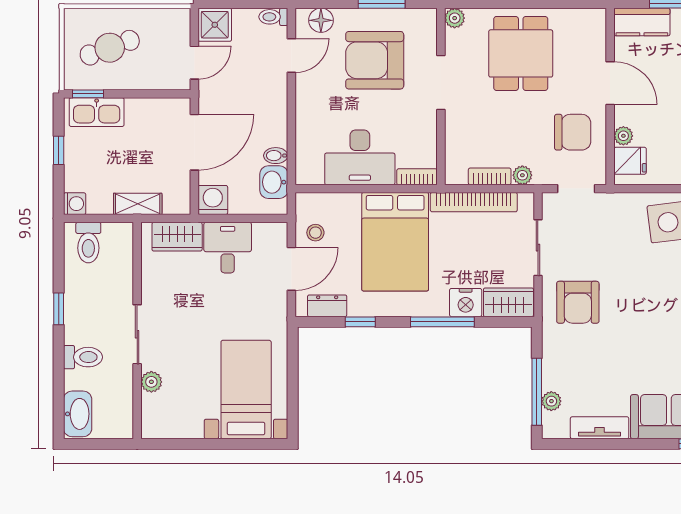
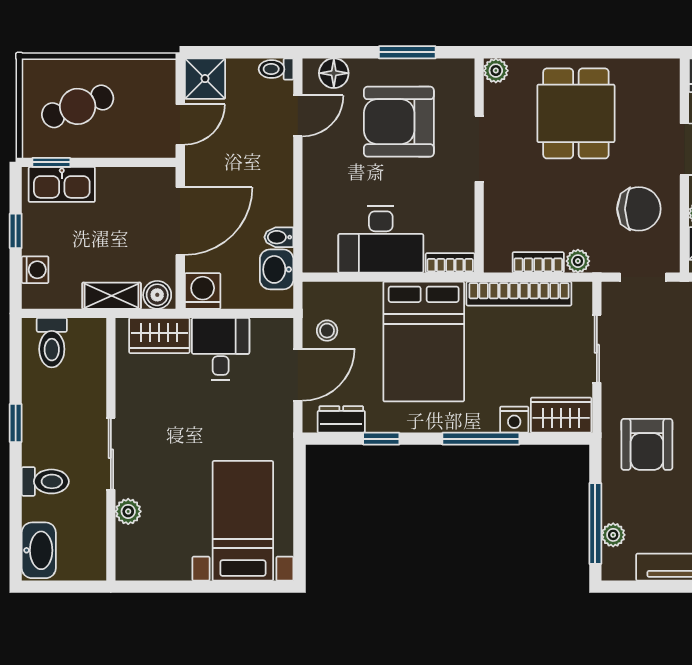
boiler: (175, 203) -> (157, 295), added
washing machine: (75, 204) -> (35, 270), moved
armchair: (578, 302) -> (647, 444), moved
nightstand: (466, 303) -> (514, 420), width x0.74, depth x0.75

